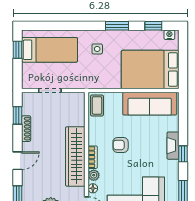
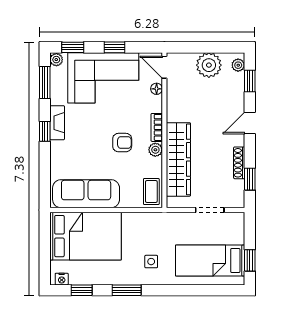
fireplace: (173, 146) -> (57, 123), moved
wardrobe: (75, 156) -> (178, 159), moved
plant: (94, 175) -> (155, 150), moved

